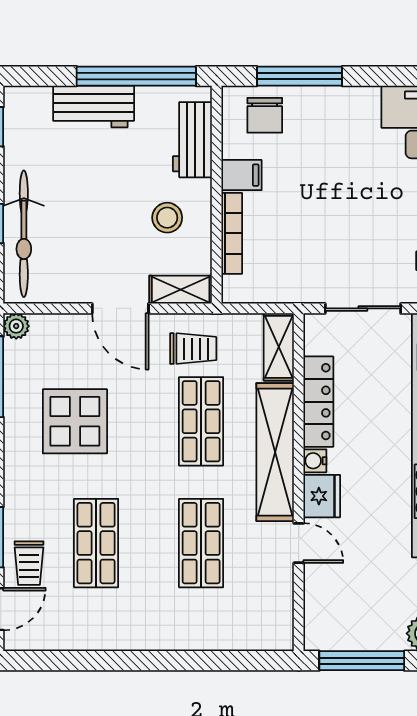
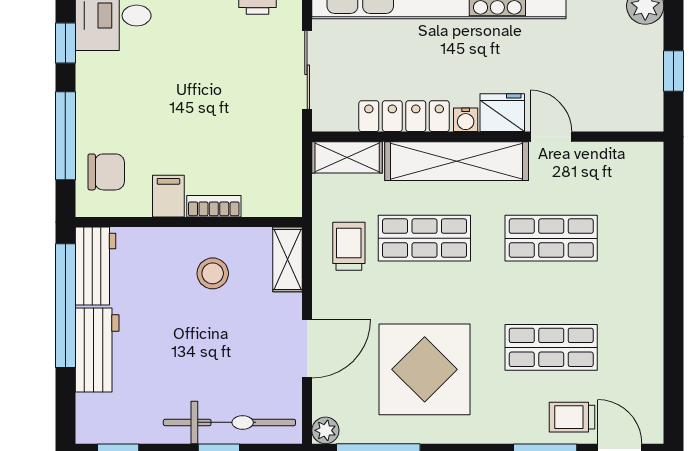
window: (389, 76) -> (65, 43), added
workbench: (192, 140) -> (96, 266), moved, turned -90
bookcase: (232, 233) -> (214, 206), width x0.64
door: (120, 308) -> (307, 349), moved
display table: (75, 421) -> (425, 369), width x1.36, depth x1.36
door: (299, 543) -> (551, 137), hinge flipped
trolley: (29, 563) -> (572, 417), turned 180
window: (362, 661) -> (674, 71), width x0.46

